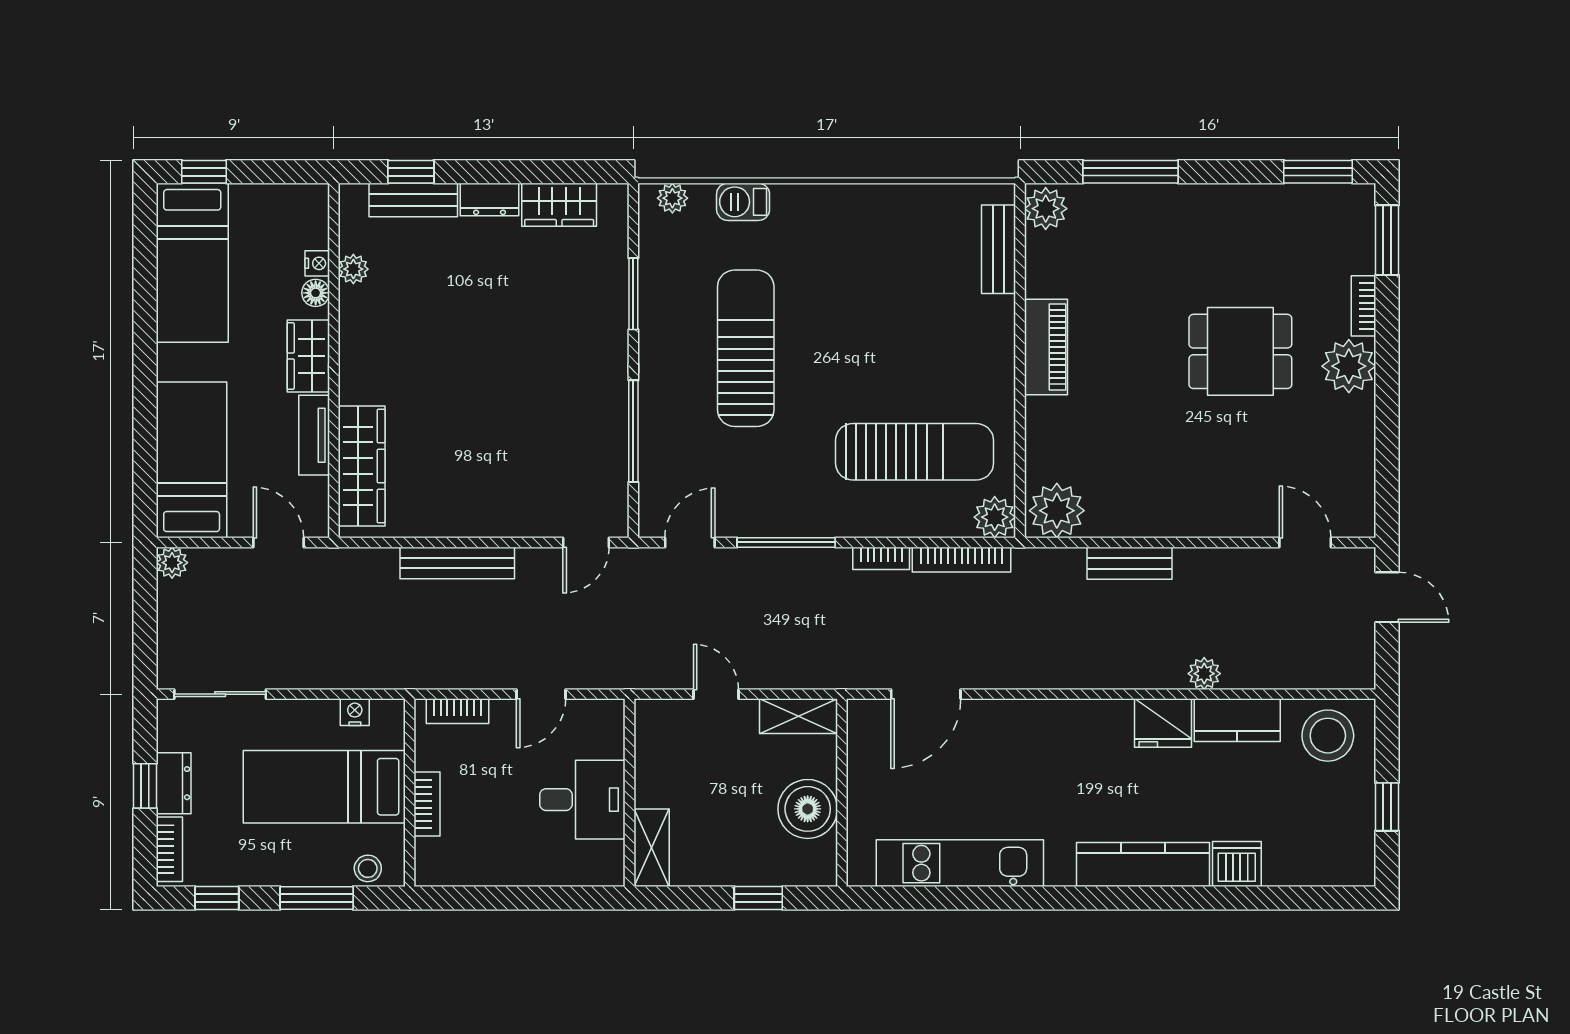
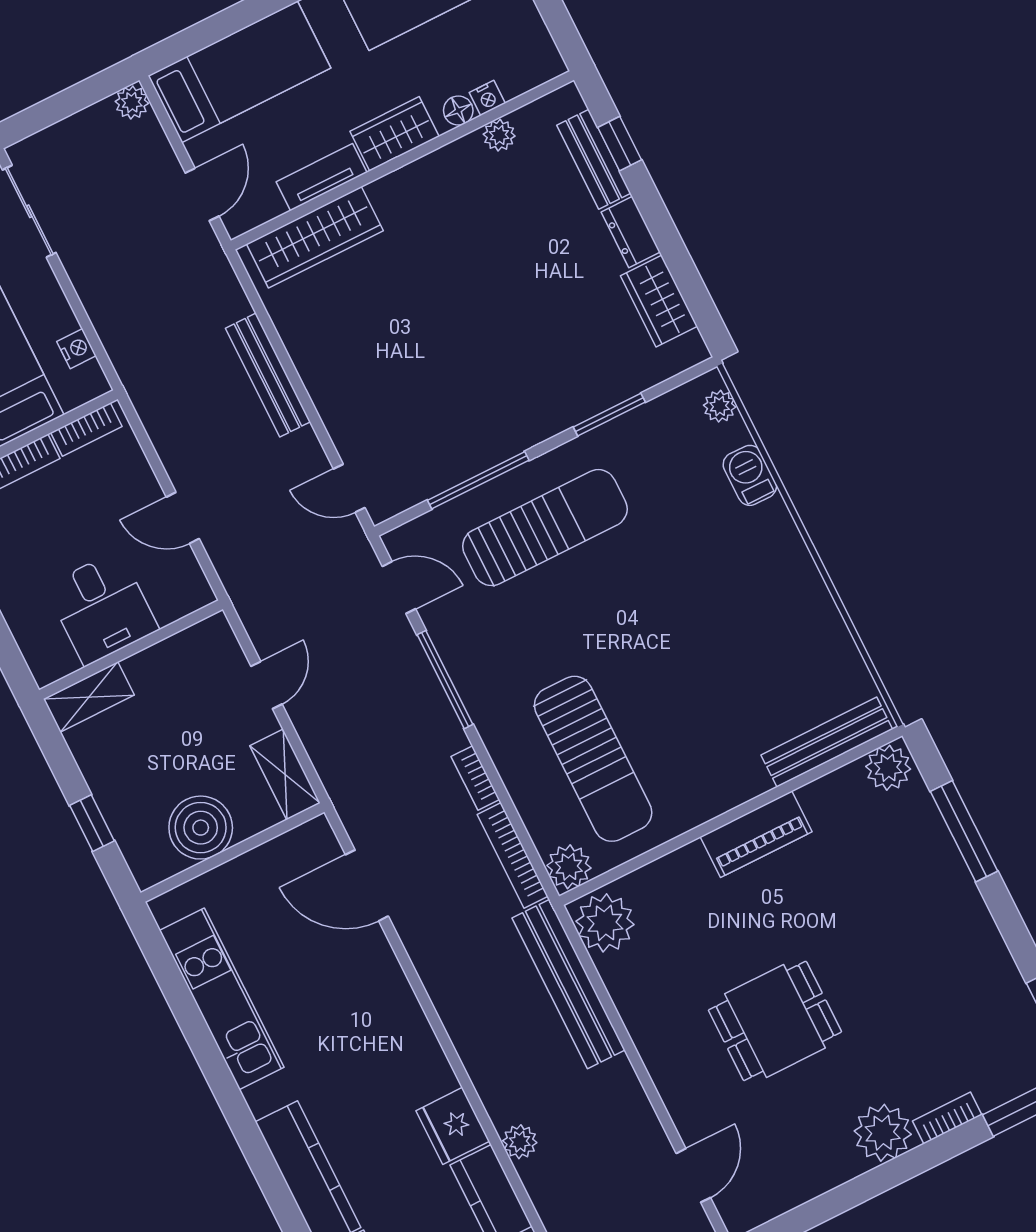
bench: (999, 249) -> (827, 742), width x1.36
sun lounger: (746, 348) -> (545, 528), moved
dining table: (1240, 351) -> (775, 1021), moved, turned 90
bench: (1129, 563) -> (569, 984), width x1.86, depth x1.21
bookcase: (457, 711) -> (86, 430), moved, turned -90

